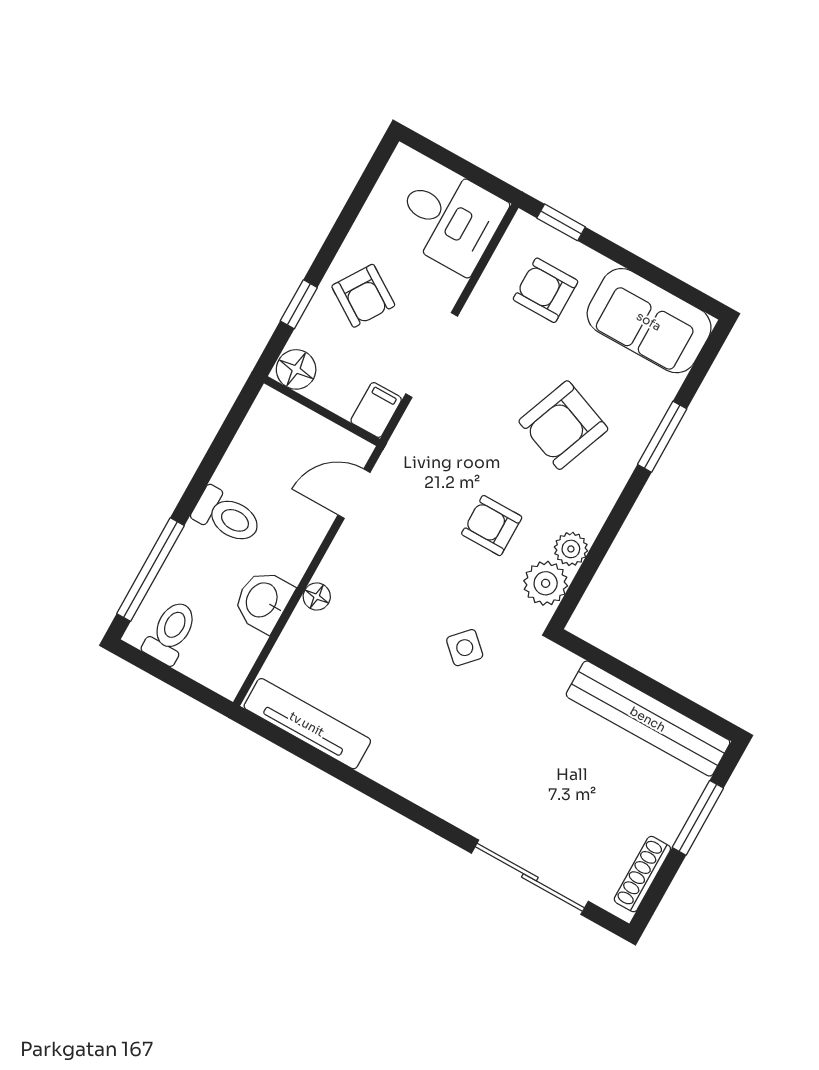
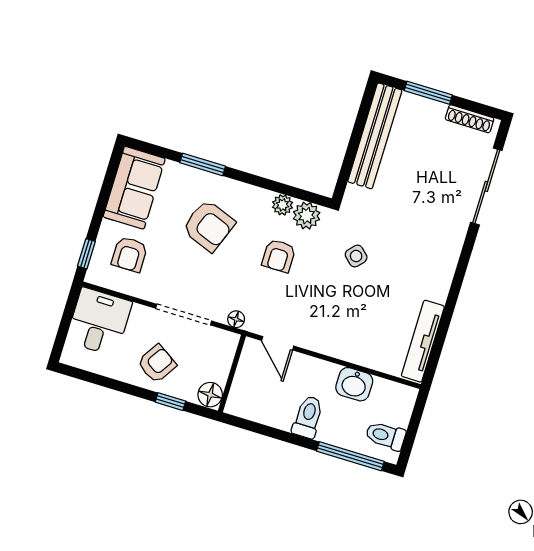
filing cabinet: (376, 410) -> (224, 341), removed
floor lamp: (317, 597) -> (236, 319), moved

